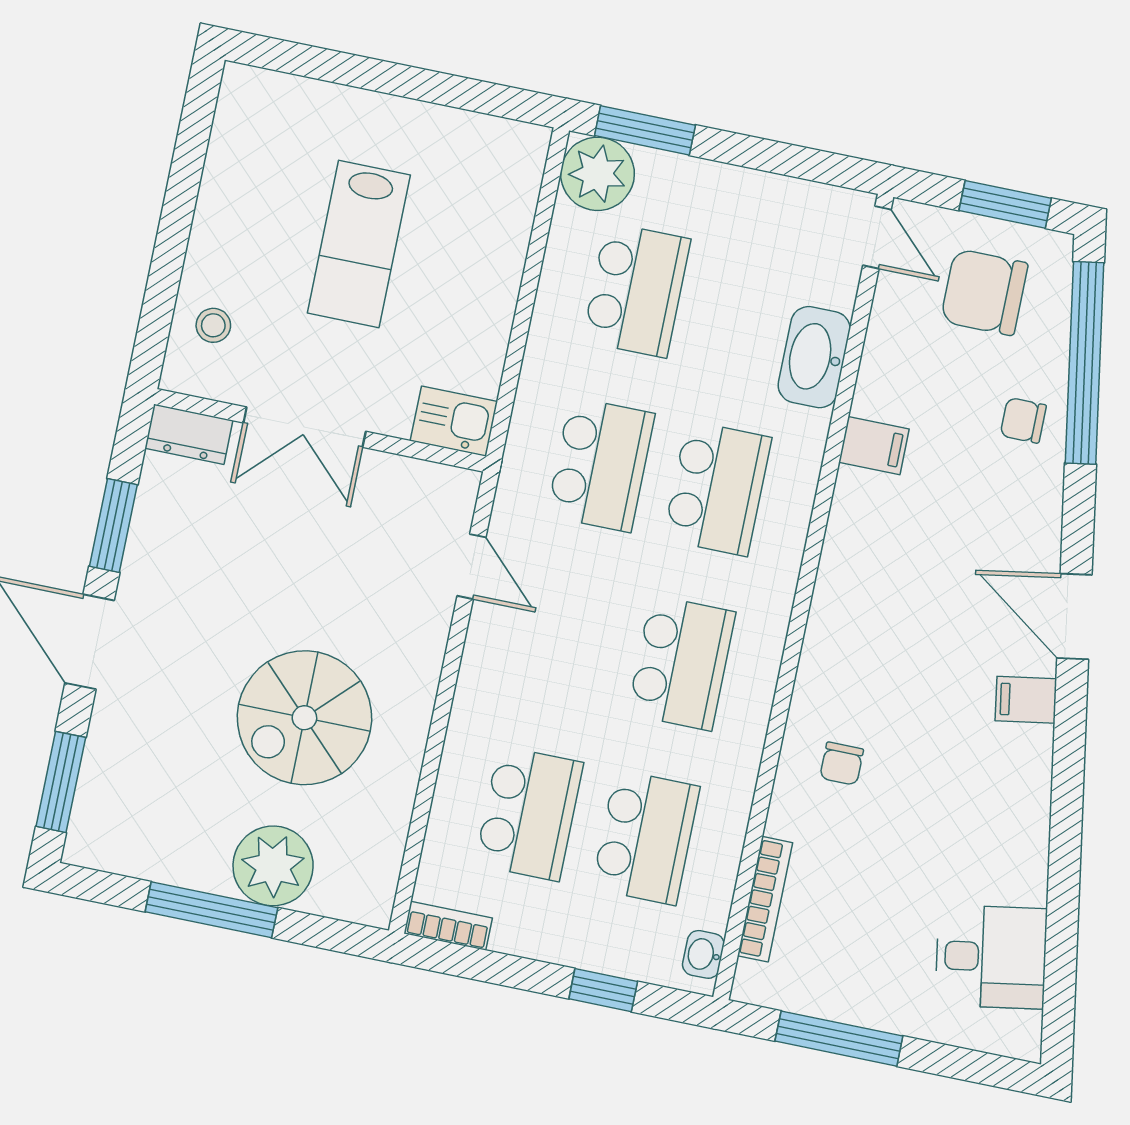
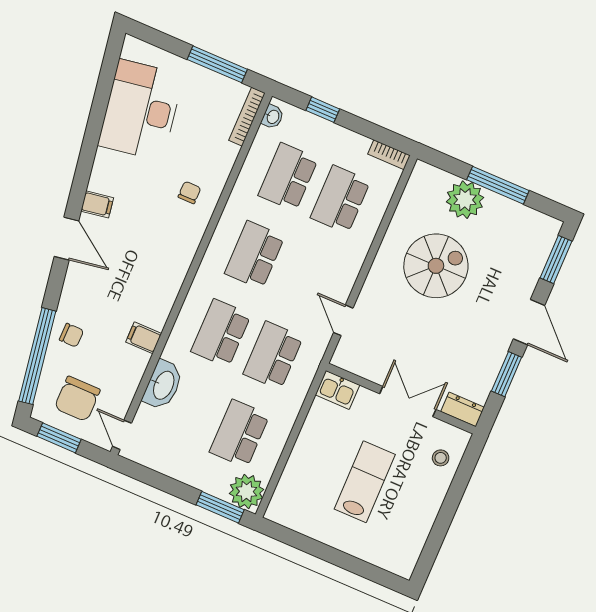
chair: (984, 292) -> (77, 399), turned 90
bookcase: (765, 899) -> (247, 117), moved
desk: (991, 957) -> (141, 110), width x1.87, depth x1.30

